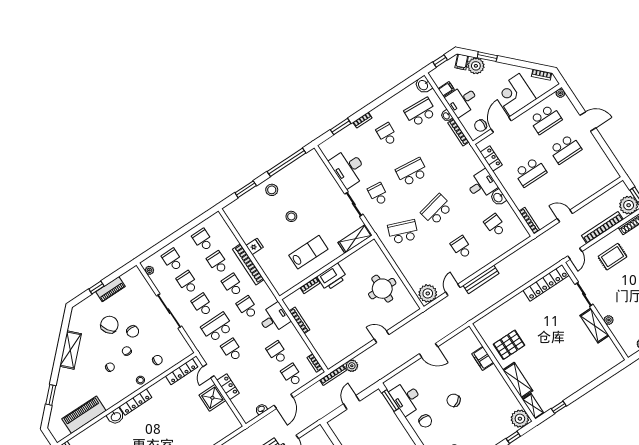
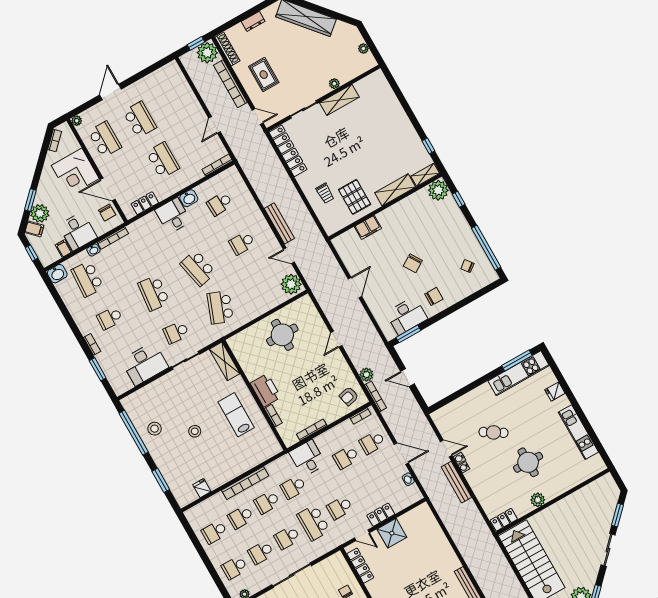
stool: (272, 190) -> (155, 429), moved
fridge: (255, 246) -> (202, 488), moved
trolley: (511, 318) -> (325, 193), added
armchair: (332, 351) -> (349, 396), added

